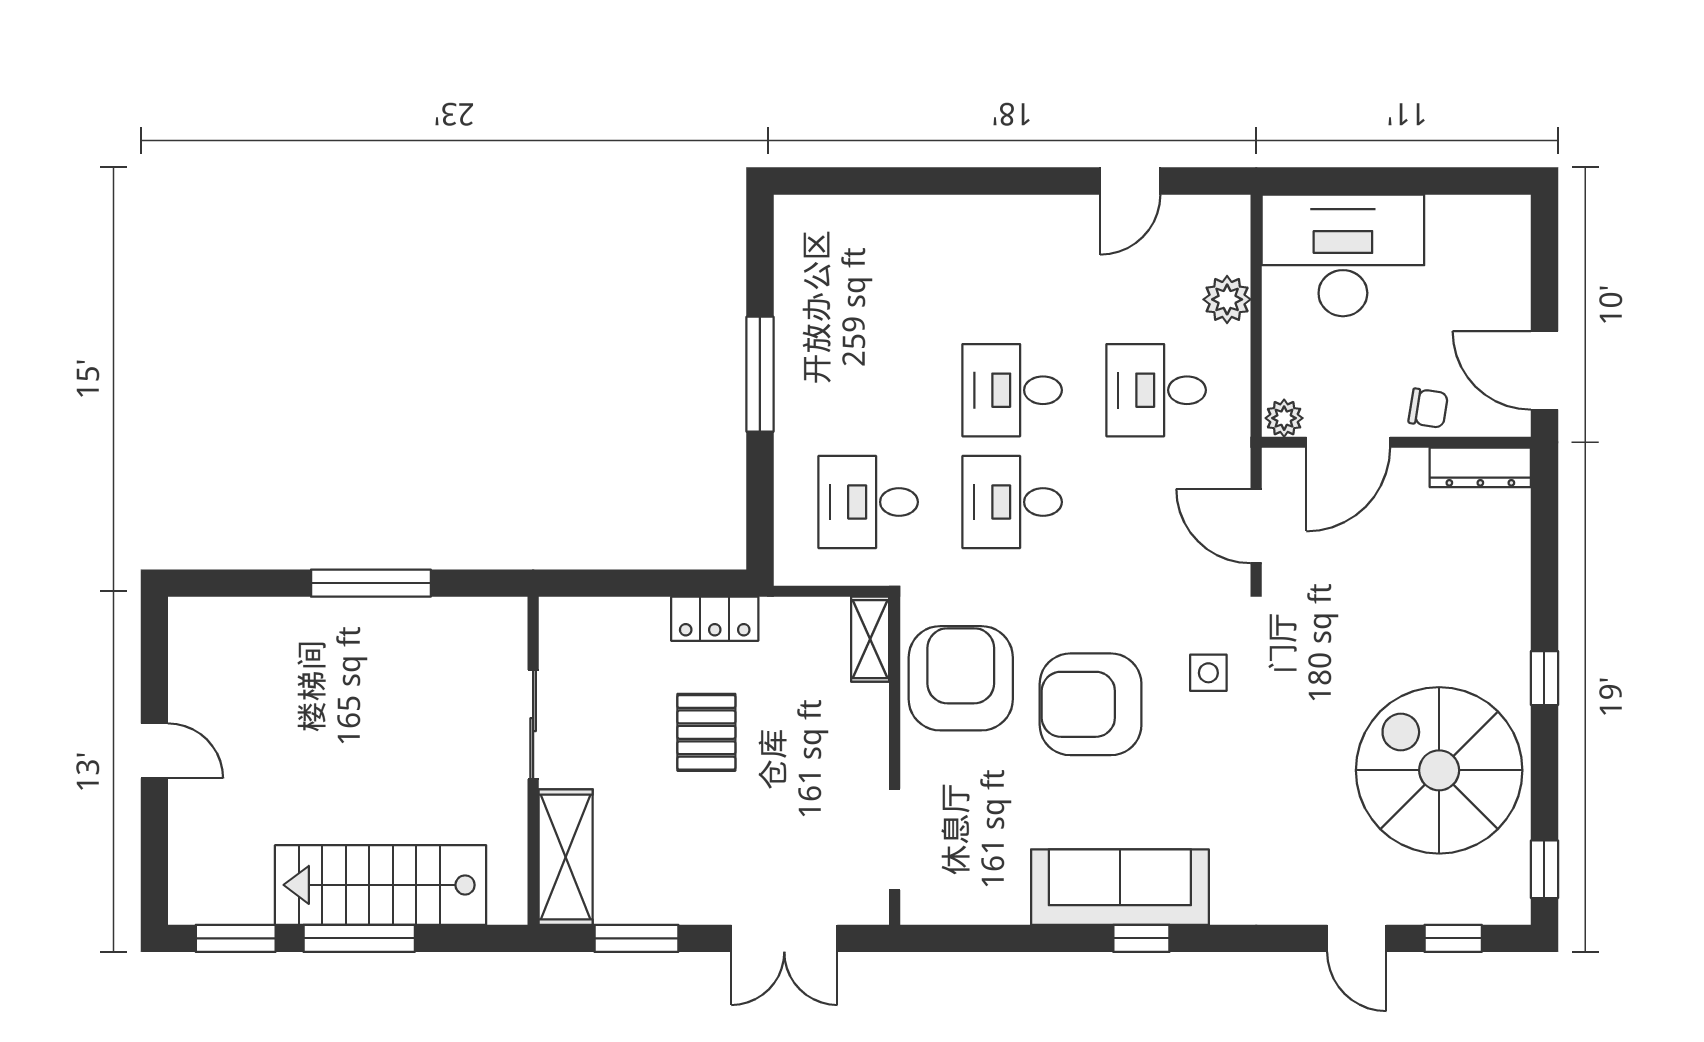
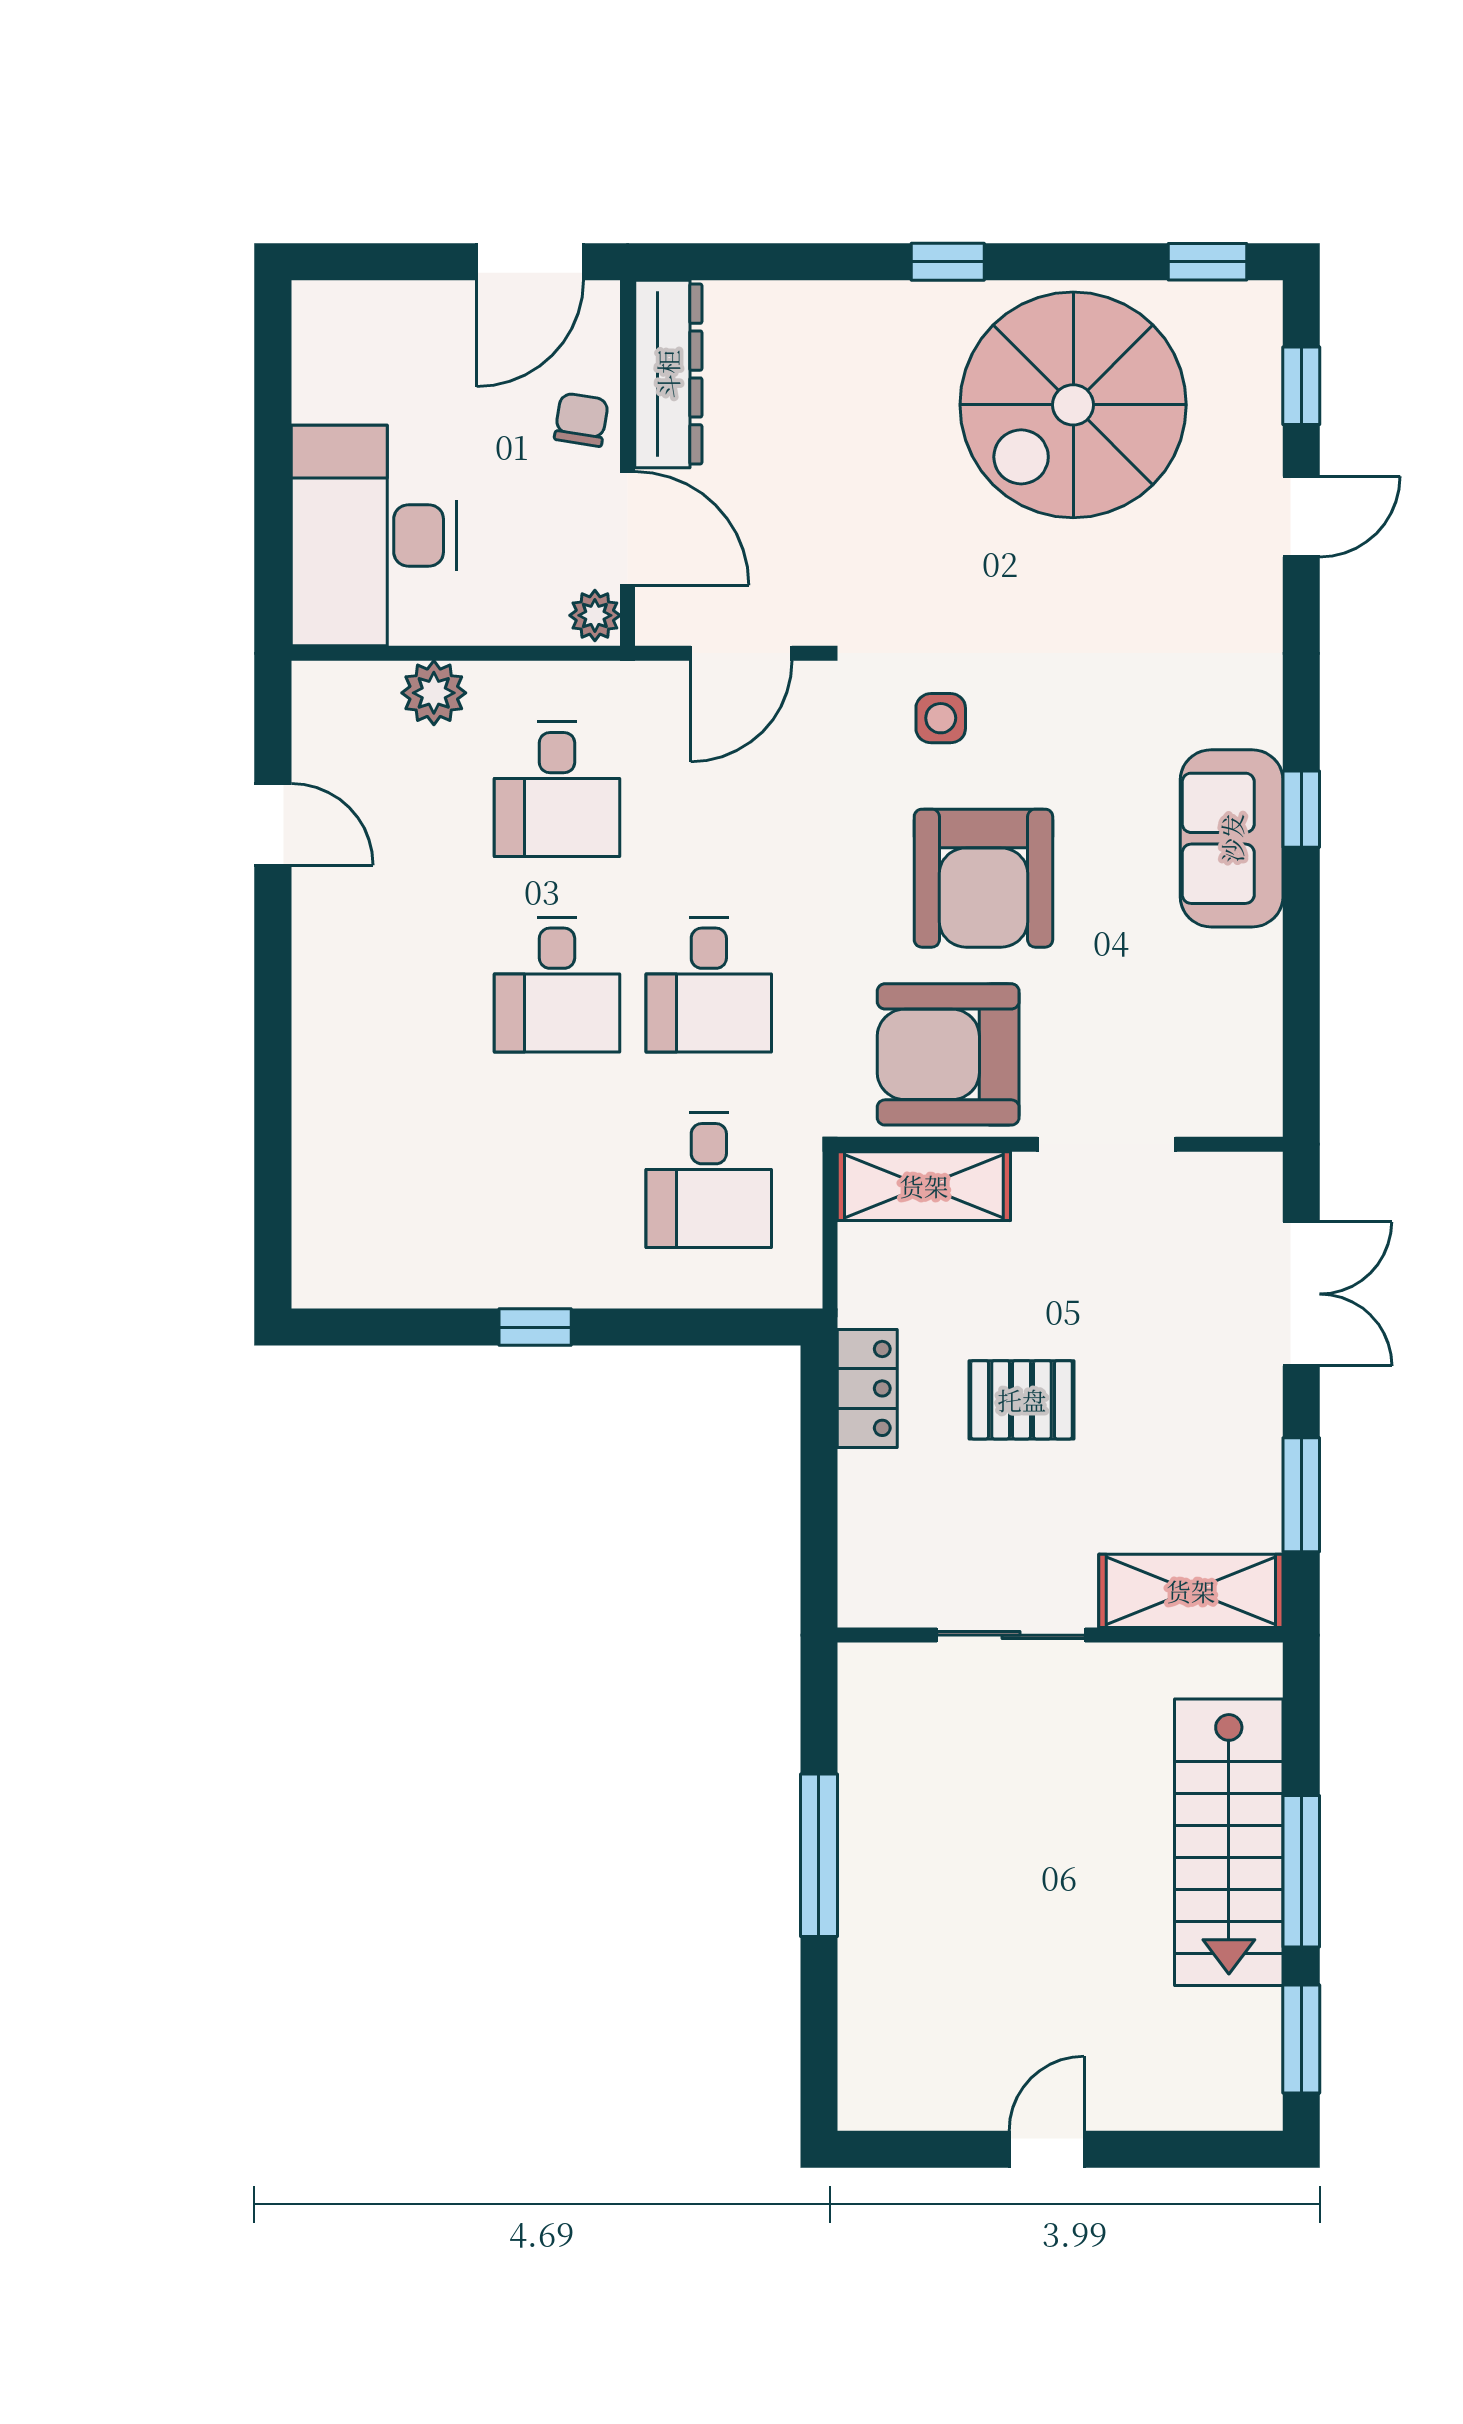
window: (760, 374) -> (535, 1327), width x0.46
dresser: (1480, 467) -> (668, 374), width x1.37, depth x1.24
shelving: (870, 639) -> (924, 1186), width x1.50, depth x1.33
doorway: (895, 839) -> (1107, 1144), moved
sofa: (1120, 887) -> (1232, 838), width x0.73

